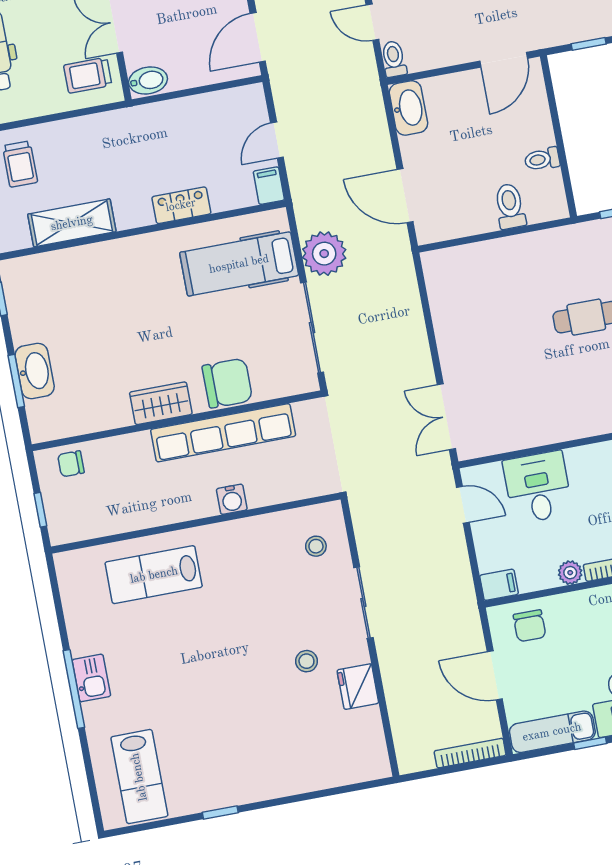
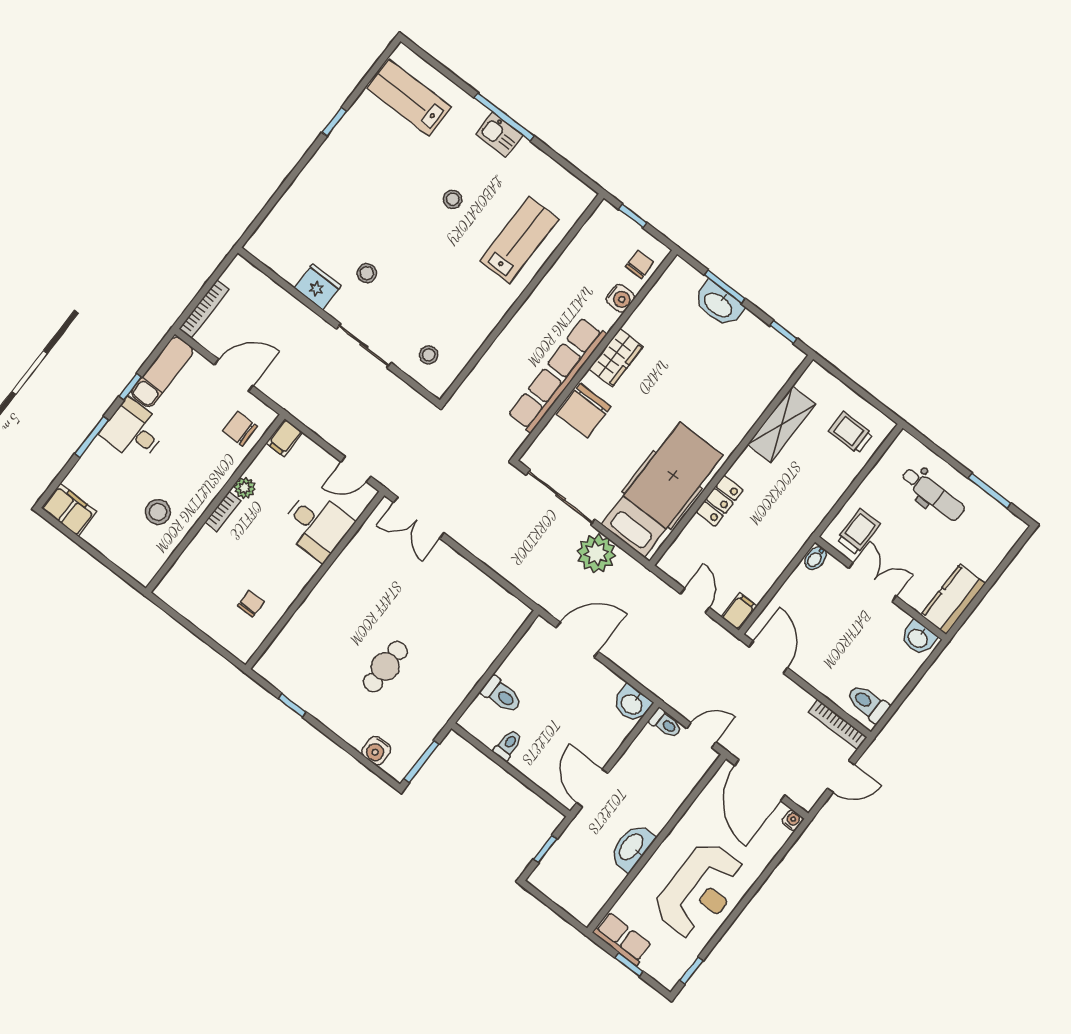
bidet: (148, 80) -> (816, 558), width x0.72, depth x0.74
washbasin: (408, 108) -> (632, 704), width x0.72
filing cabinet: (269, 186) -> (739, 612), moved, turned -90
hospital bed: (239, 264) -> (662, 490), width x1.37, depth x1.29
double door: (446, 417) -> (419, 518), swing flipped
water cooler: (232, 499) -> (620, 298), moved, turned 180
stool: (179, 659) -> (453, 199), added

